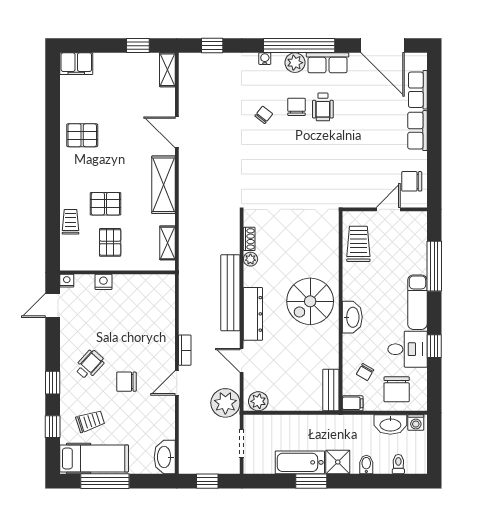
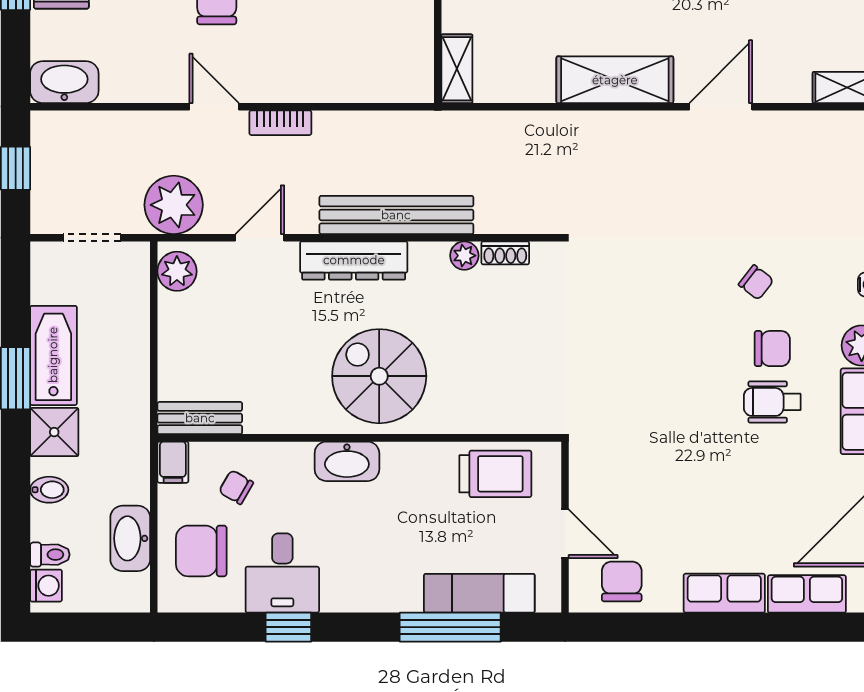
shelving: (167, 243) -> (457, 69), moved, turned 90
exam couch: (417, 302) -> (479, 593), moved
washing machine: (416, 422) -> (46, 586), moved, turned 180

